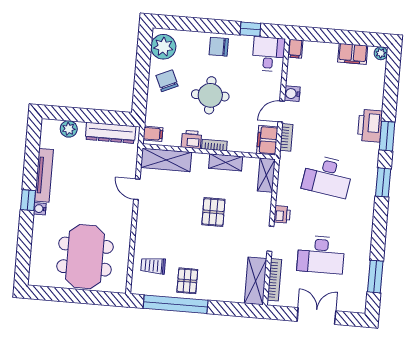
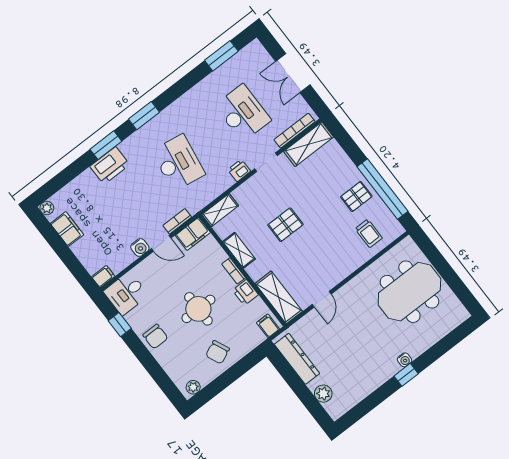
plant: (163, 47) -> (193, 387), width x0.53, depth x0.53
tv unit: (44, 175) -> (376, 380), removed

